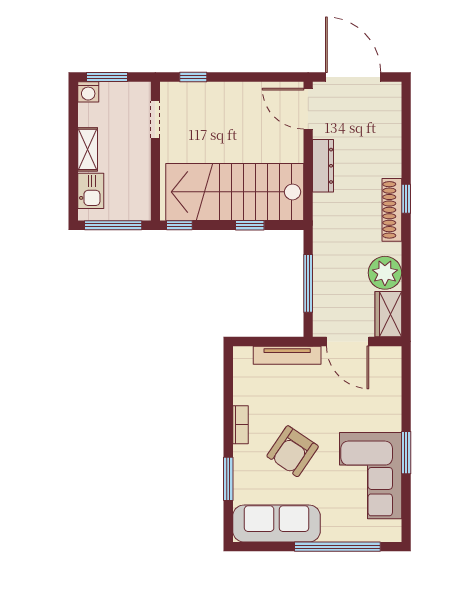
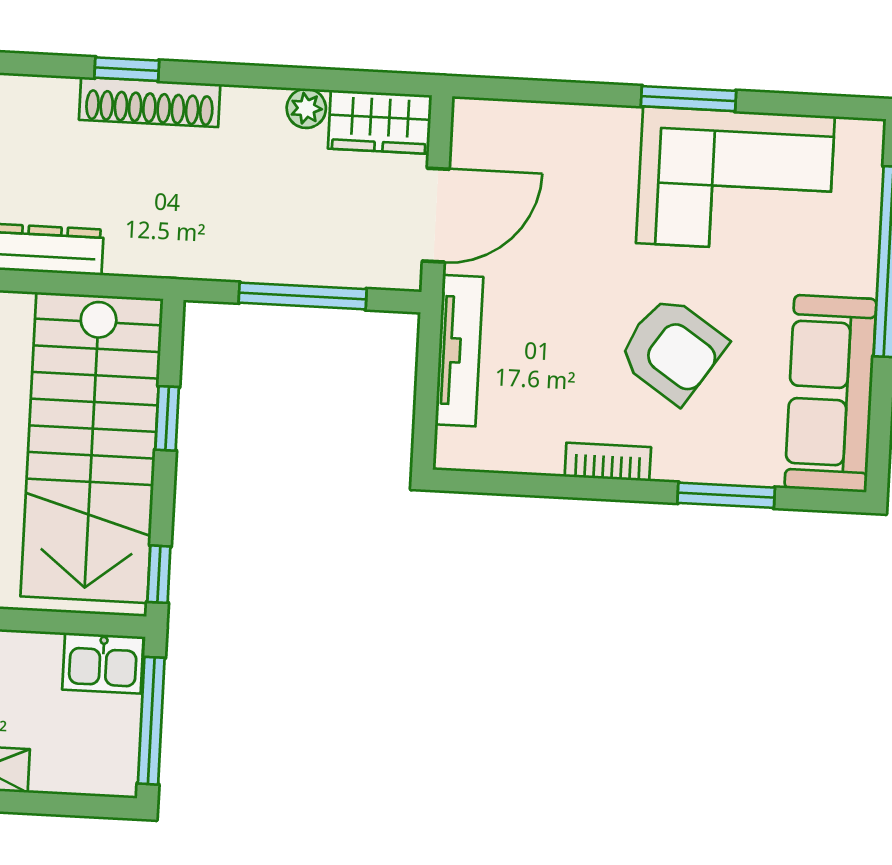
kitchen sink: (91, 191) -> (103, 663), moved, turned 180
plant: (385, 273) -> (306, 108), width x0.53, depth x0.53

